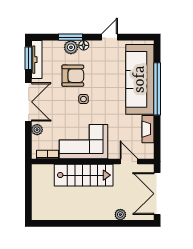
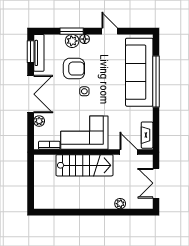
door: (110, 37) -> (110, 31), hinge flipped
fireplace: (148, 129) -> (147, 135), moved
double door: (157, 194) -> (156, 183), width x0.73

